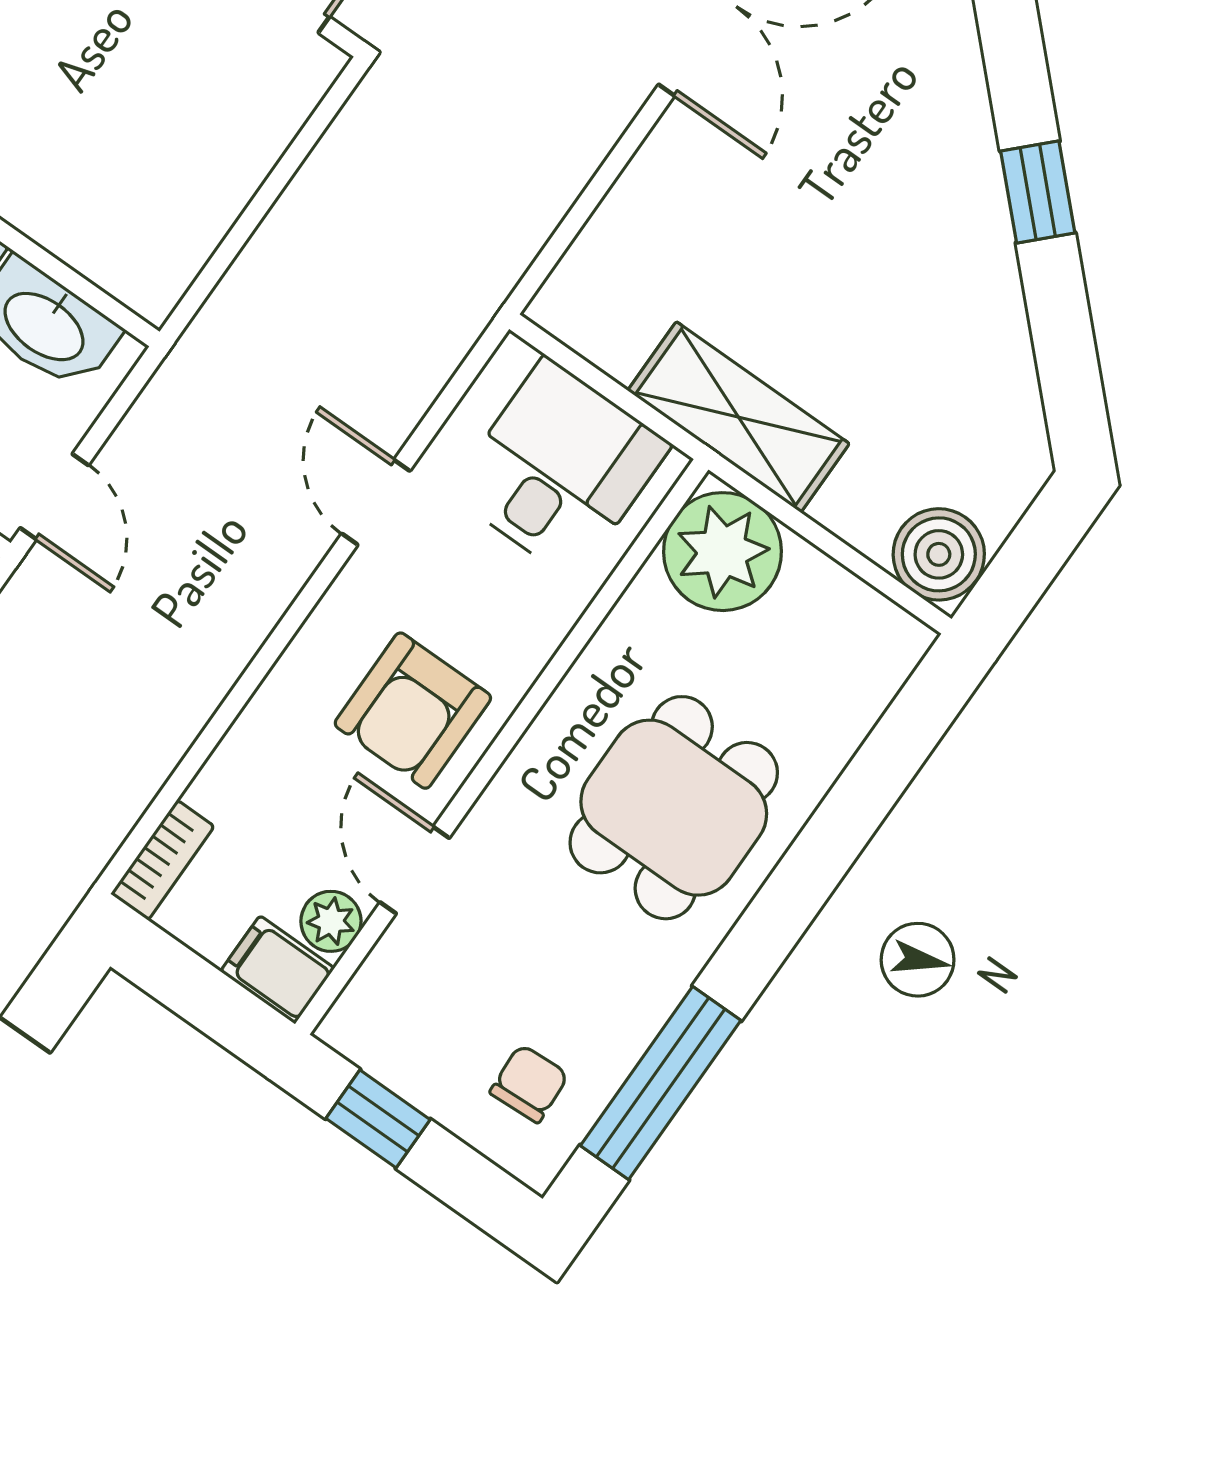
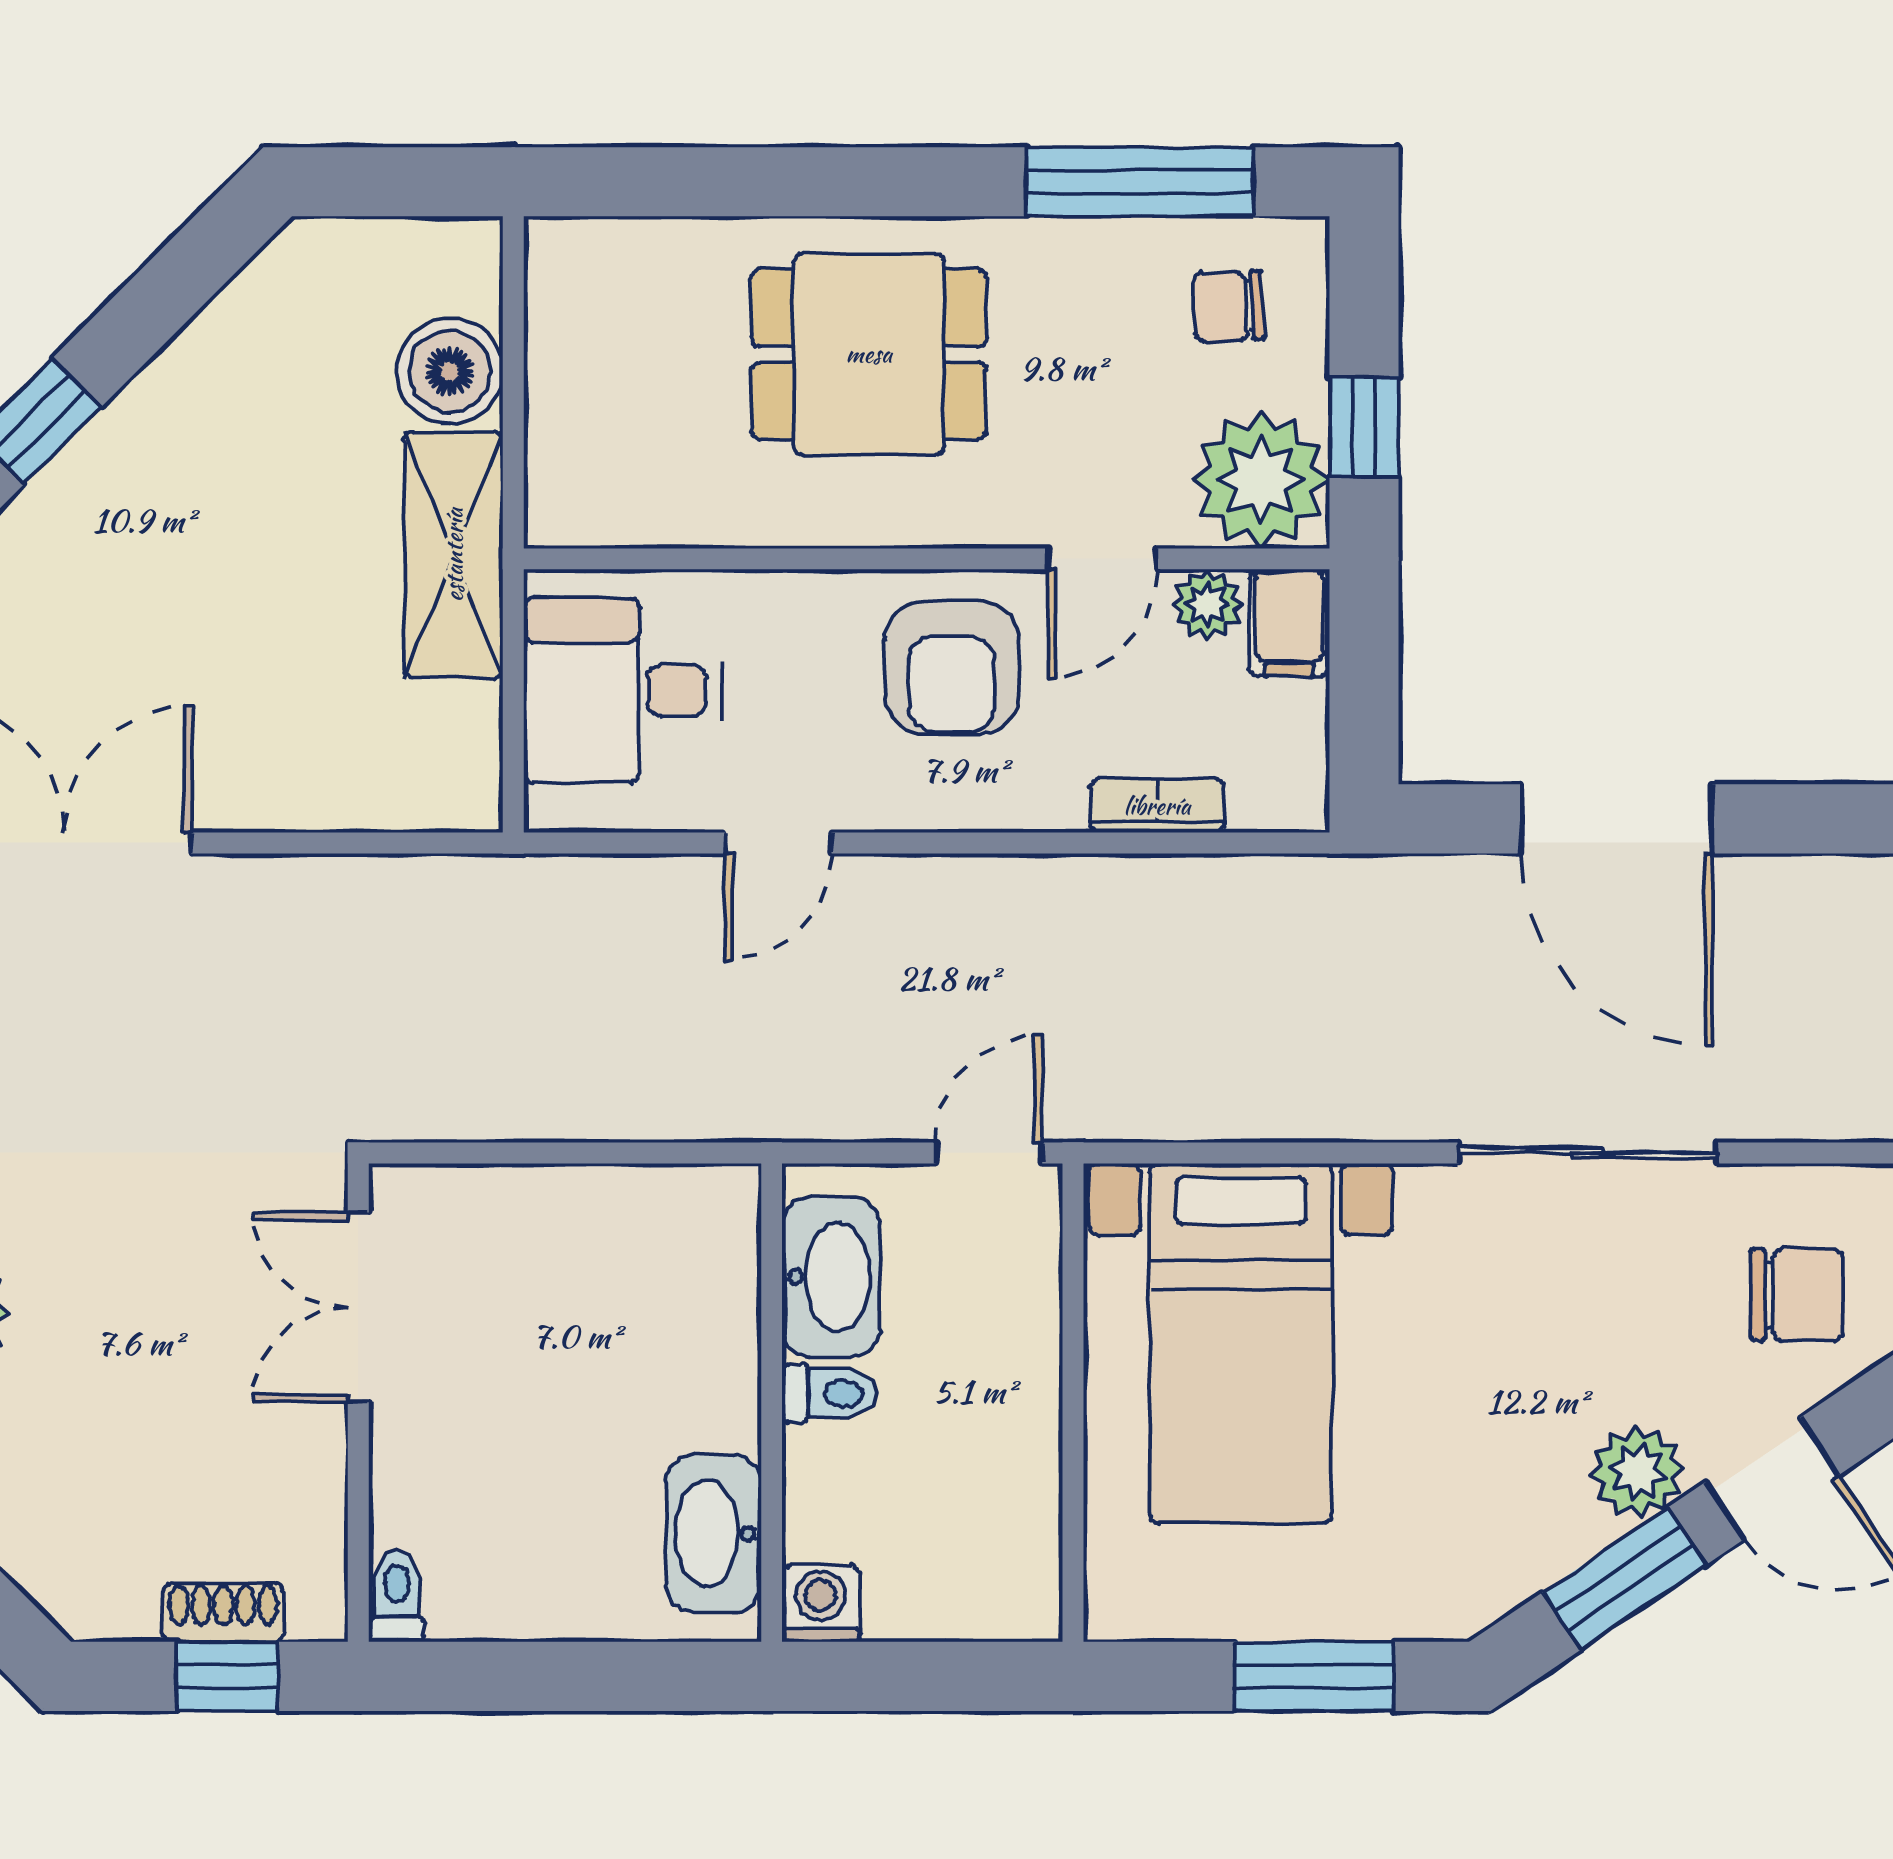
plant: (722, 552) -> (1261, 480), moved
boiler: (939, 554) -> (450, 371), moved
armchair: (413, 711) -> (952, 668), turned 90
bookcase: (162, 860) -> (1157, 806), moved

